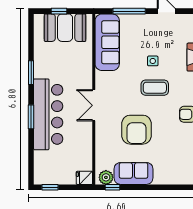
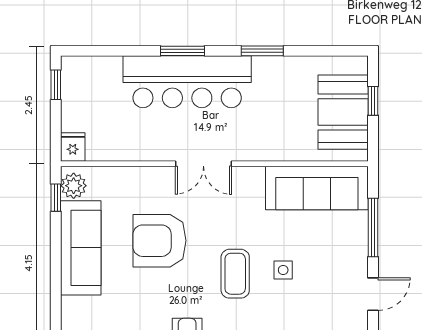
double door: (94, 105) -> (203, 164), swing flipped
sofa: (133, 173) -> (81, 248), width x1.36

